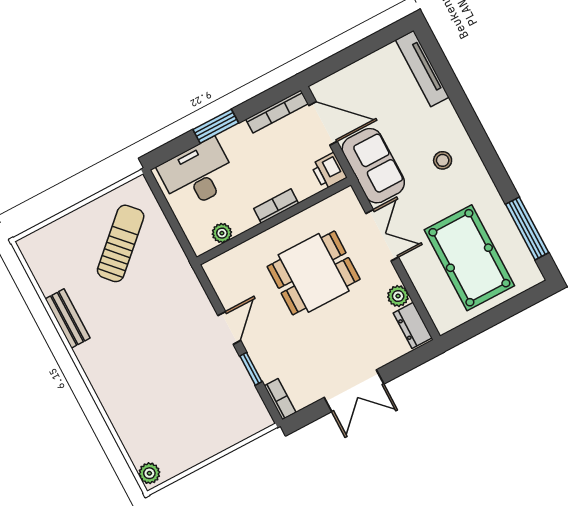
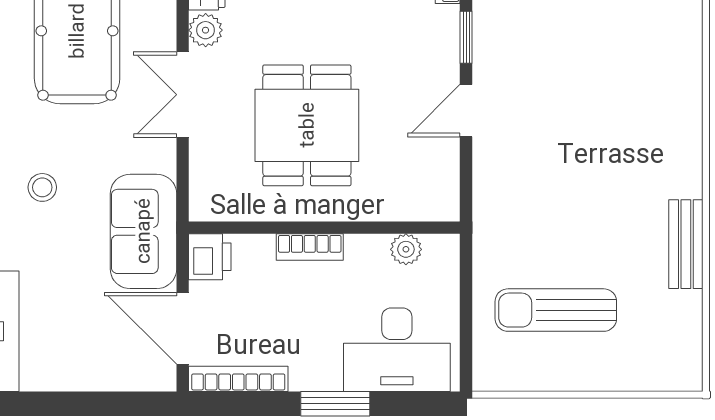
double door: (382, 235) -> (183, 95), moved
sun lounger: (121, 243) -> (556, 310), turned 43
dining table: (314, 273) -> (307, 125), turned 90

